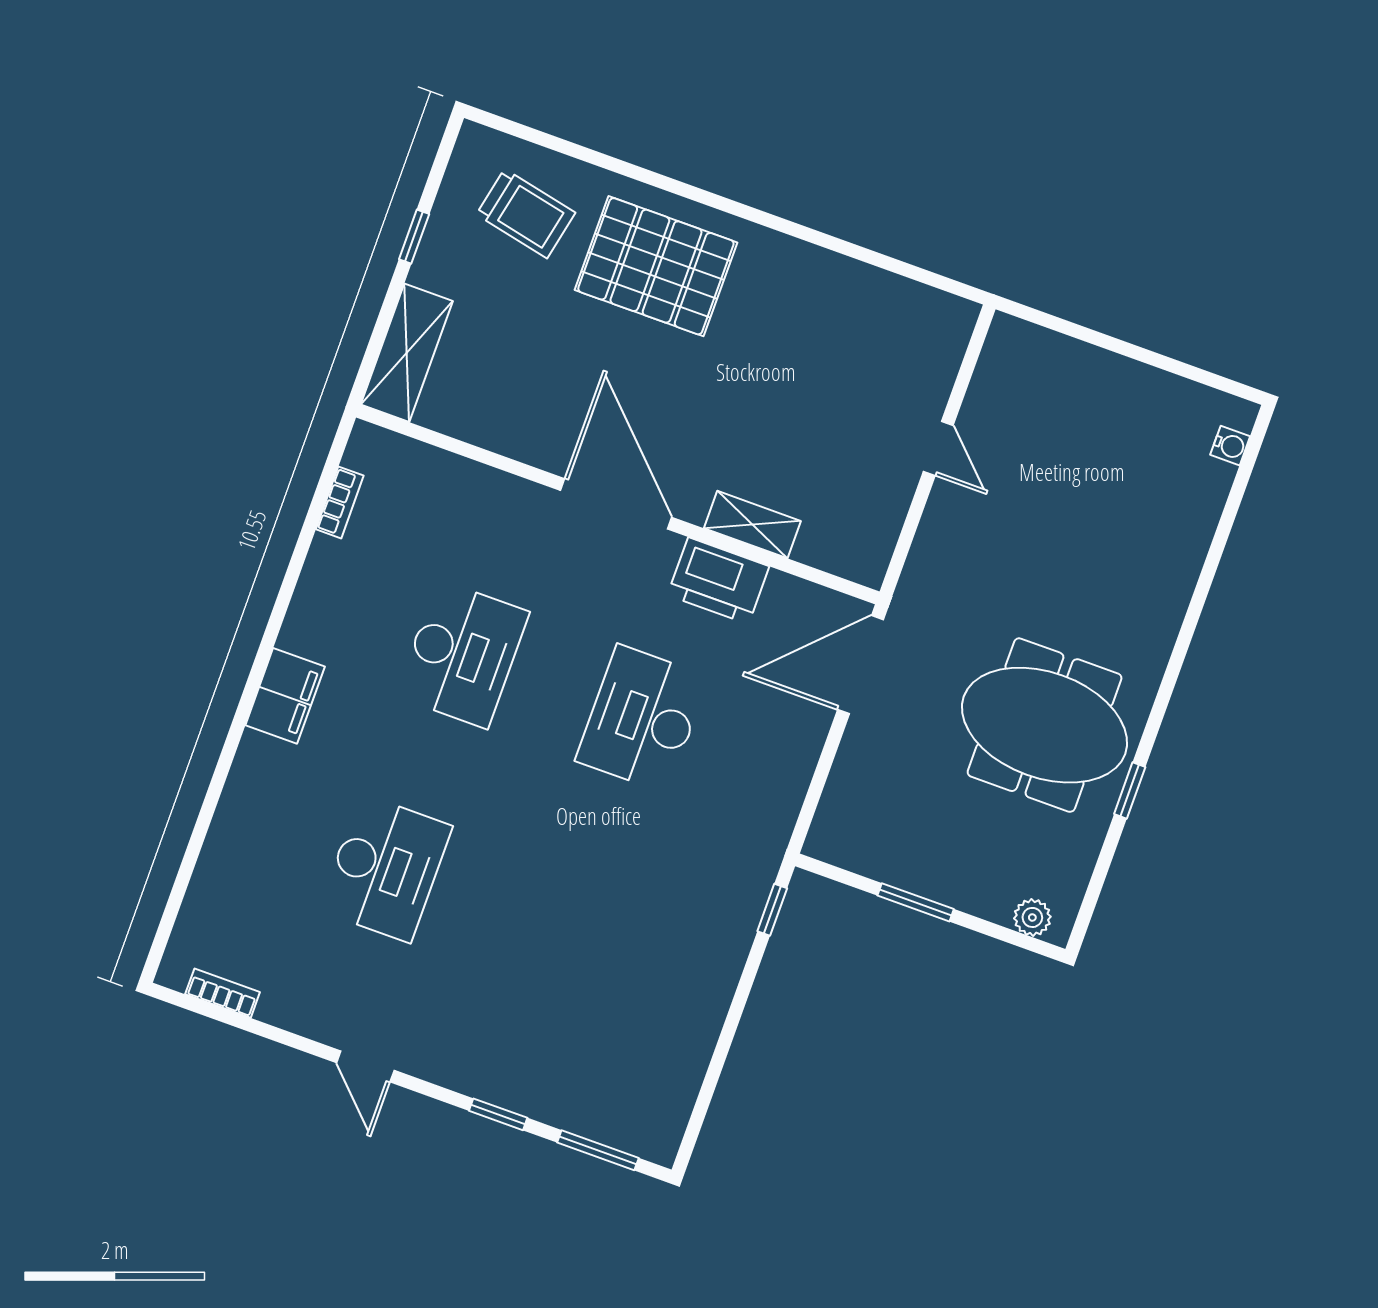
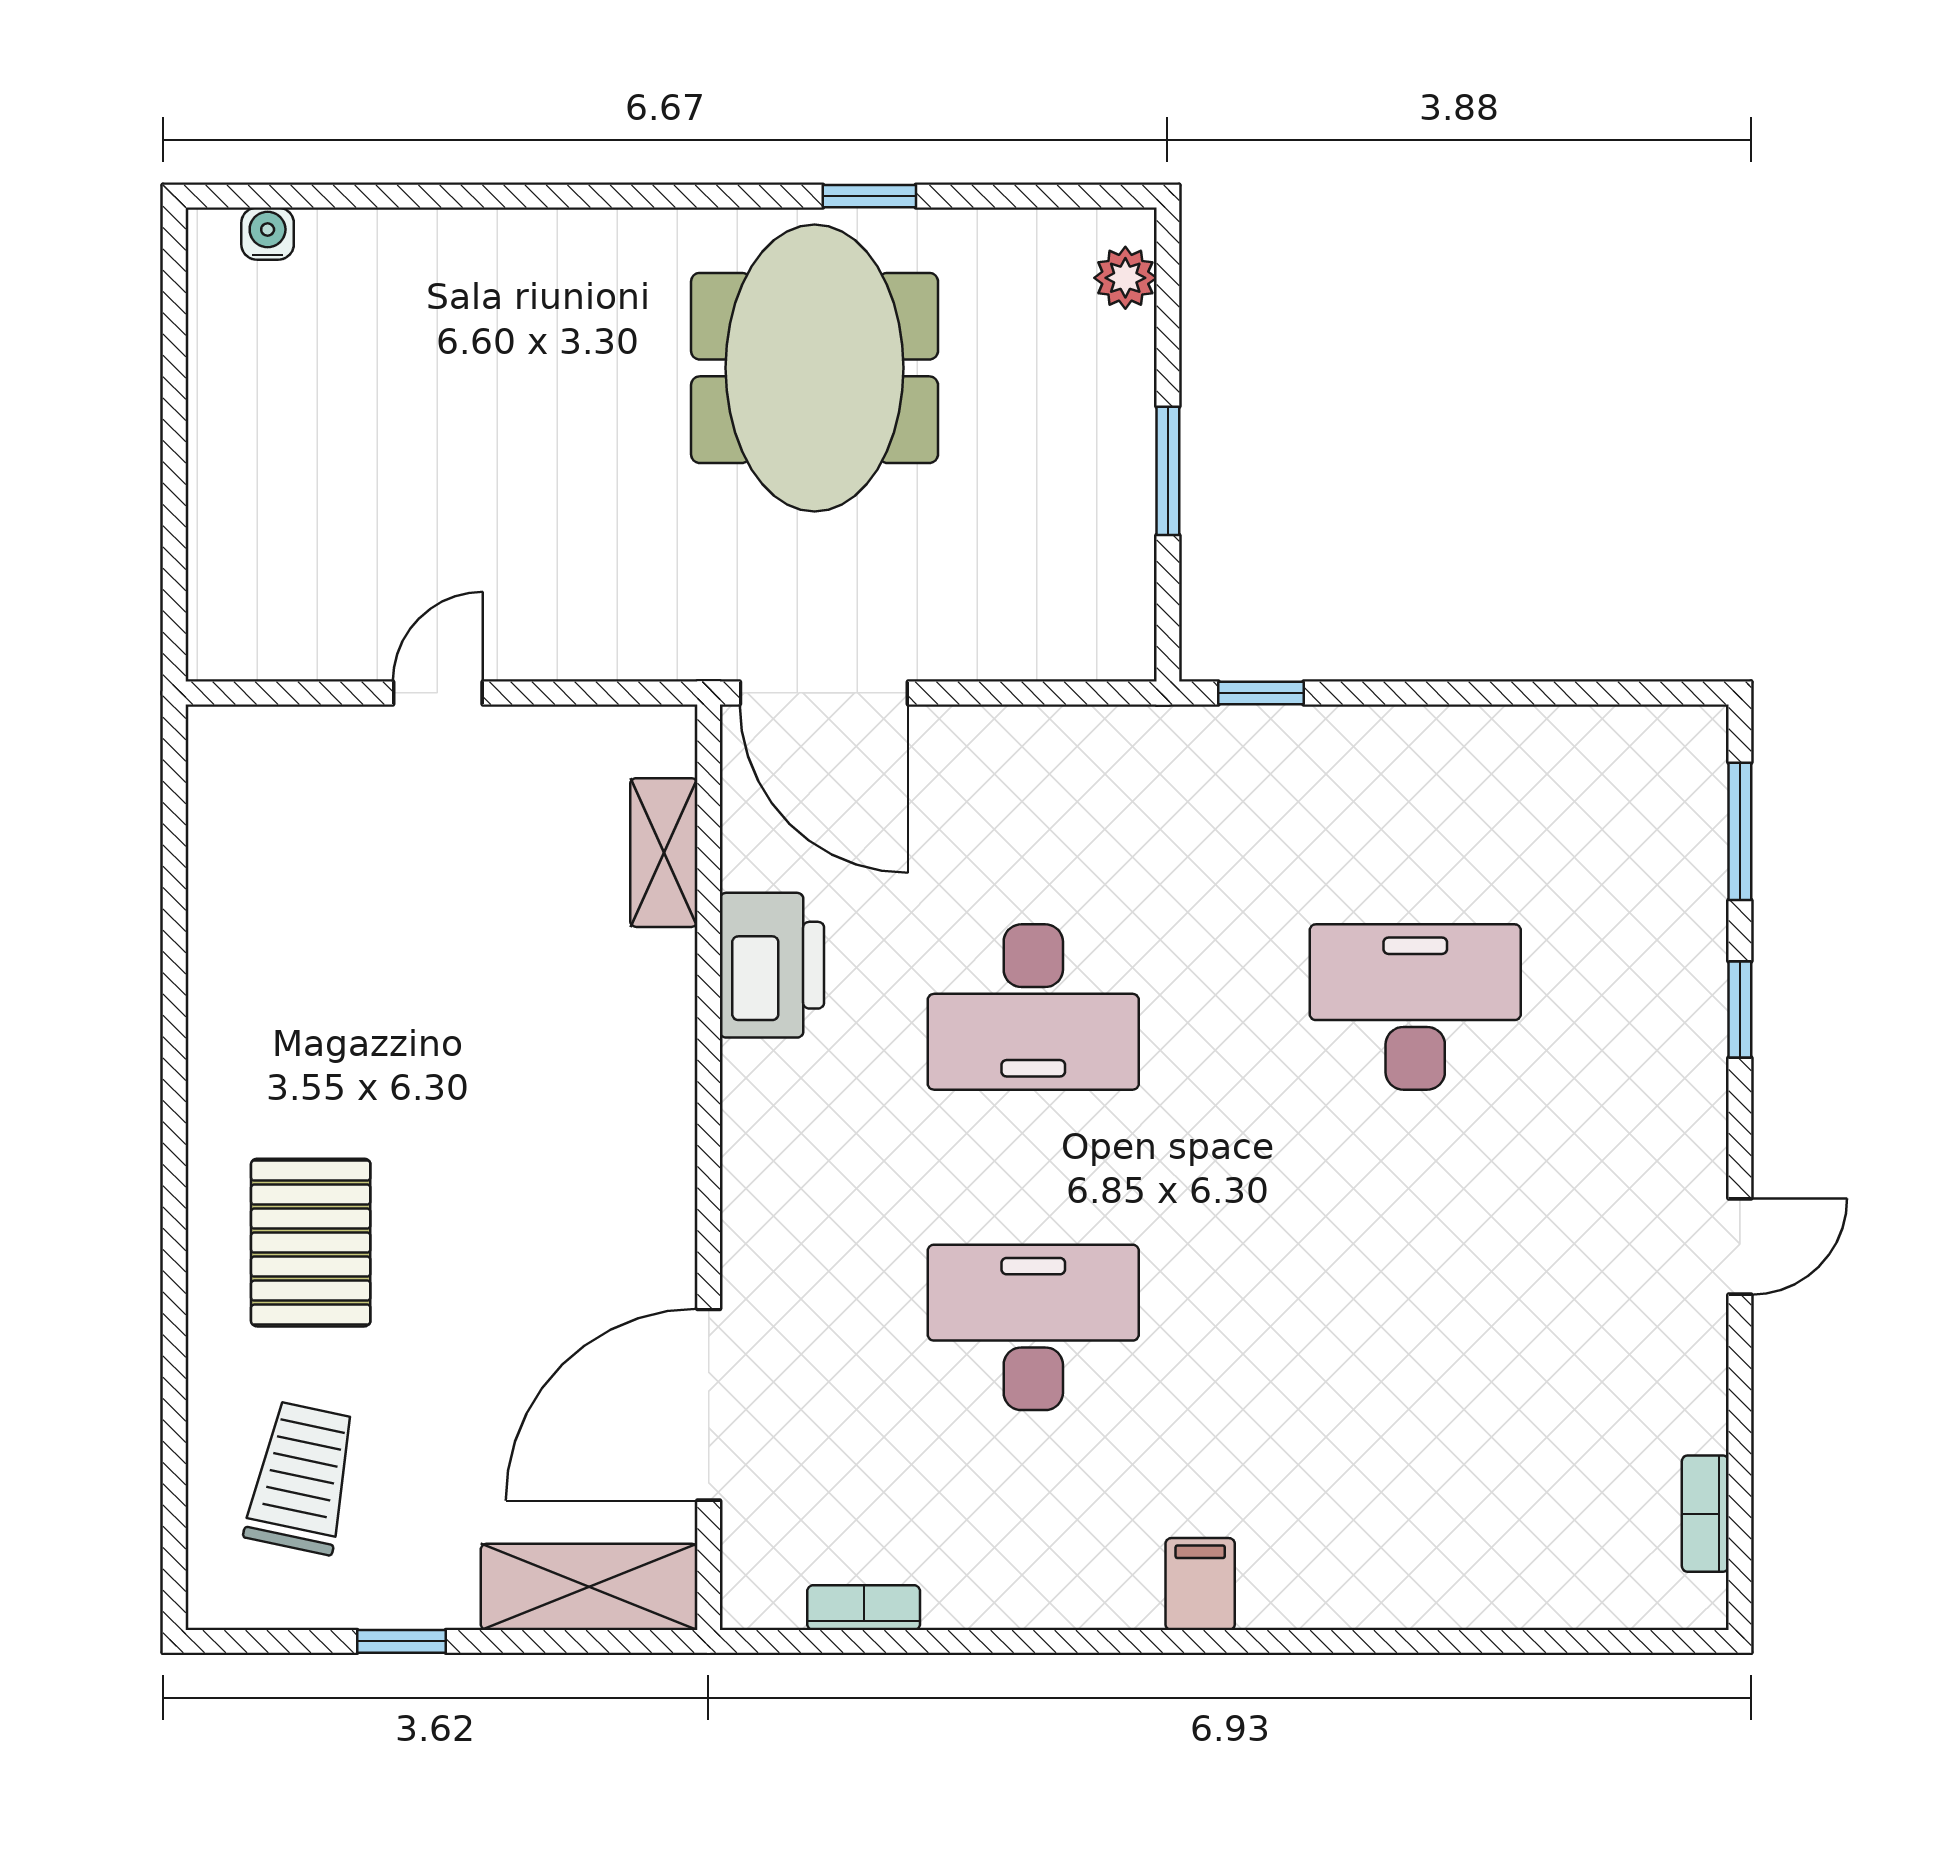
pallet: (656, 266) -> (311, 1243), width x0.73, depth x0.71
door: (616, 504) -> (709, 1405), moved
shelving: (752, 525) -> (664, 853), moved
filing cabinet: (285, 696) -> (1200, 1584), width x0.50
desk: (385, 868) -> (1415, 1007), moved

